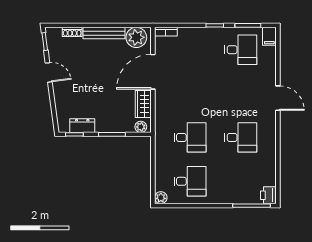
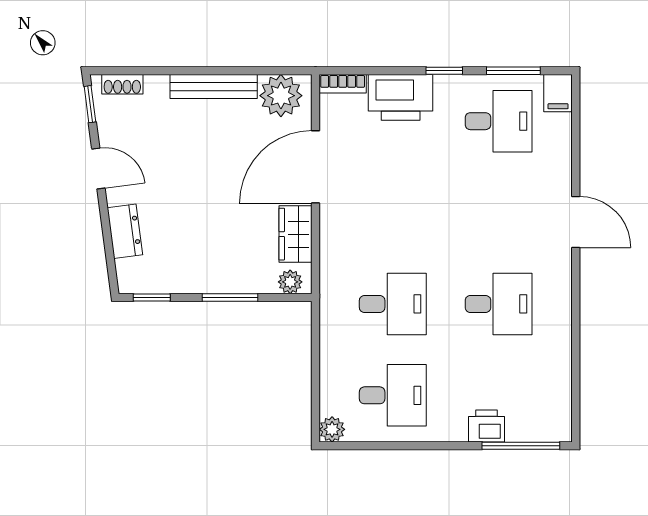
shoe rack: (72, 32) -> (122, 84), moved
printer: (194, 38) -> (401, 97), added
dresser: (82, 126) -> (125, 231), moved, turned 83
printer: (268, 195) -> (486, 426), moved, turned 90

